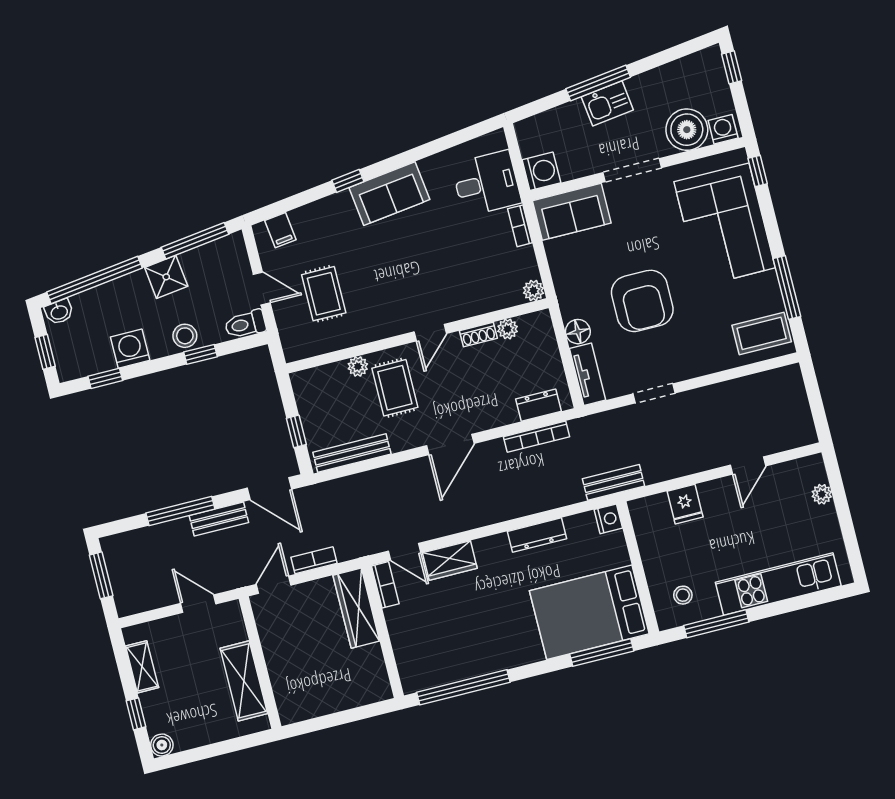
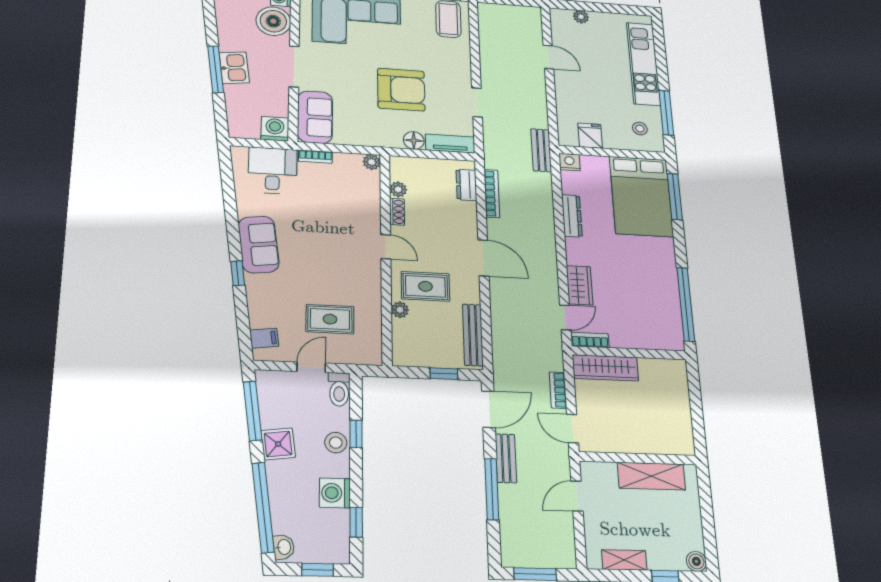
fridge: (685, 504) -> (590, 136), moved, turned -90

